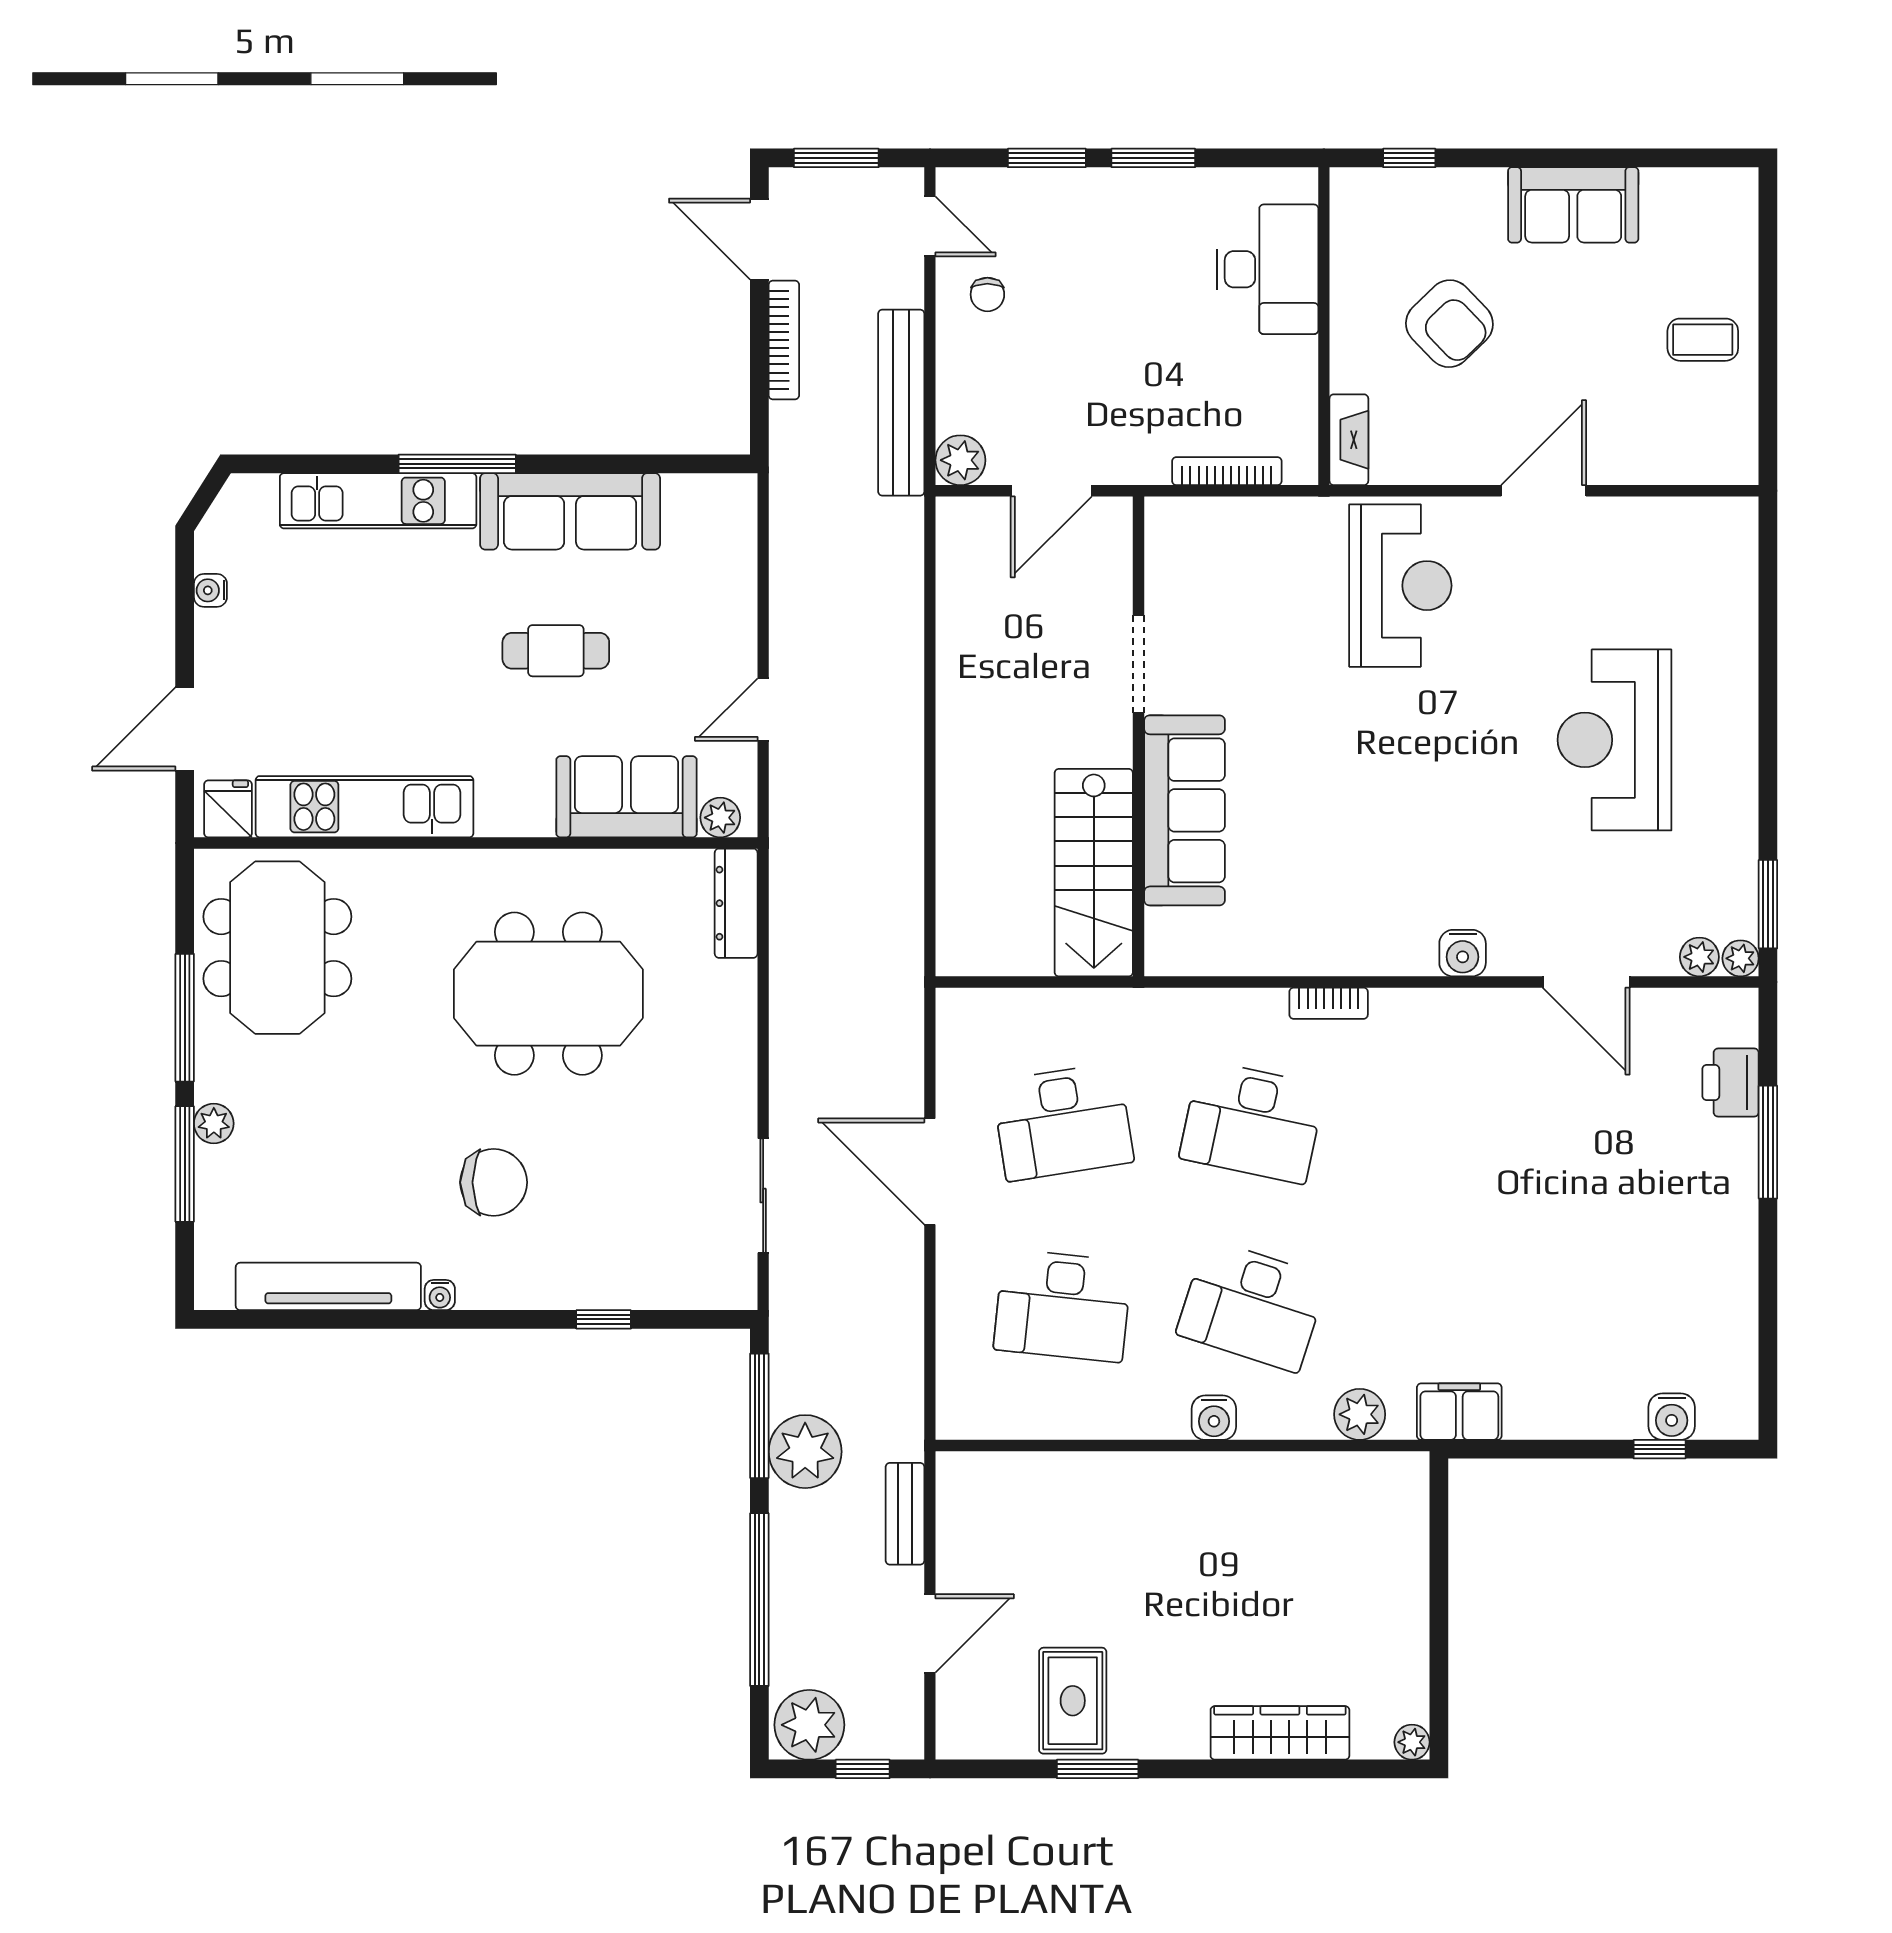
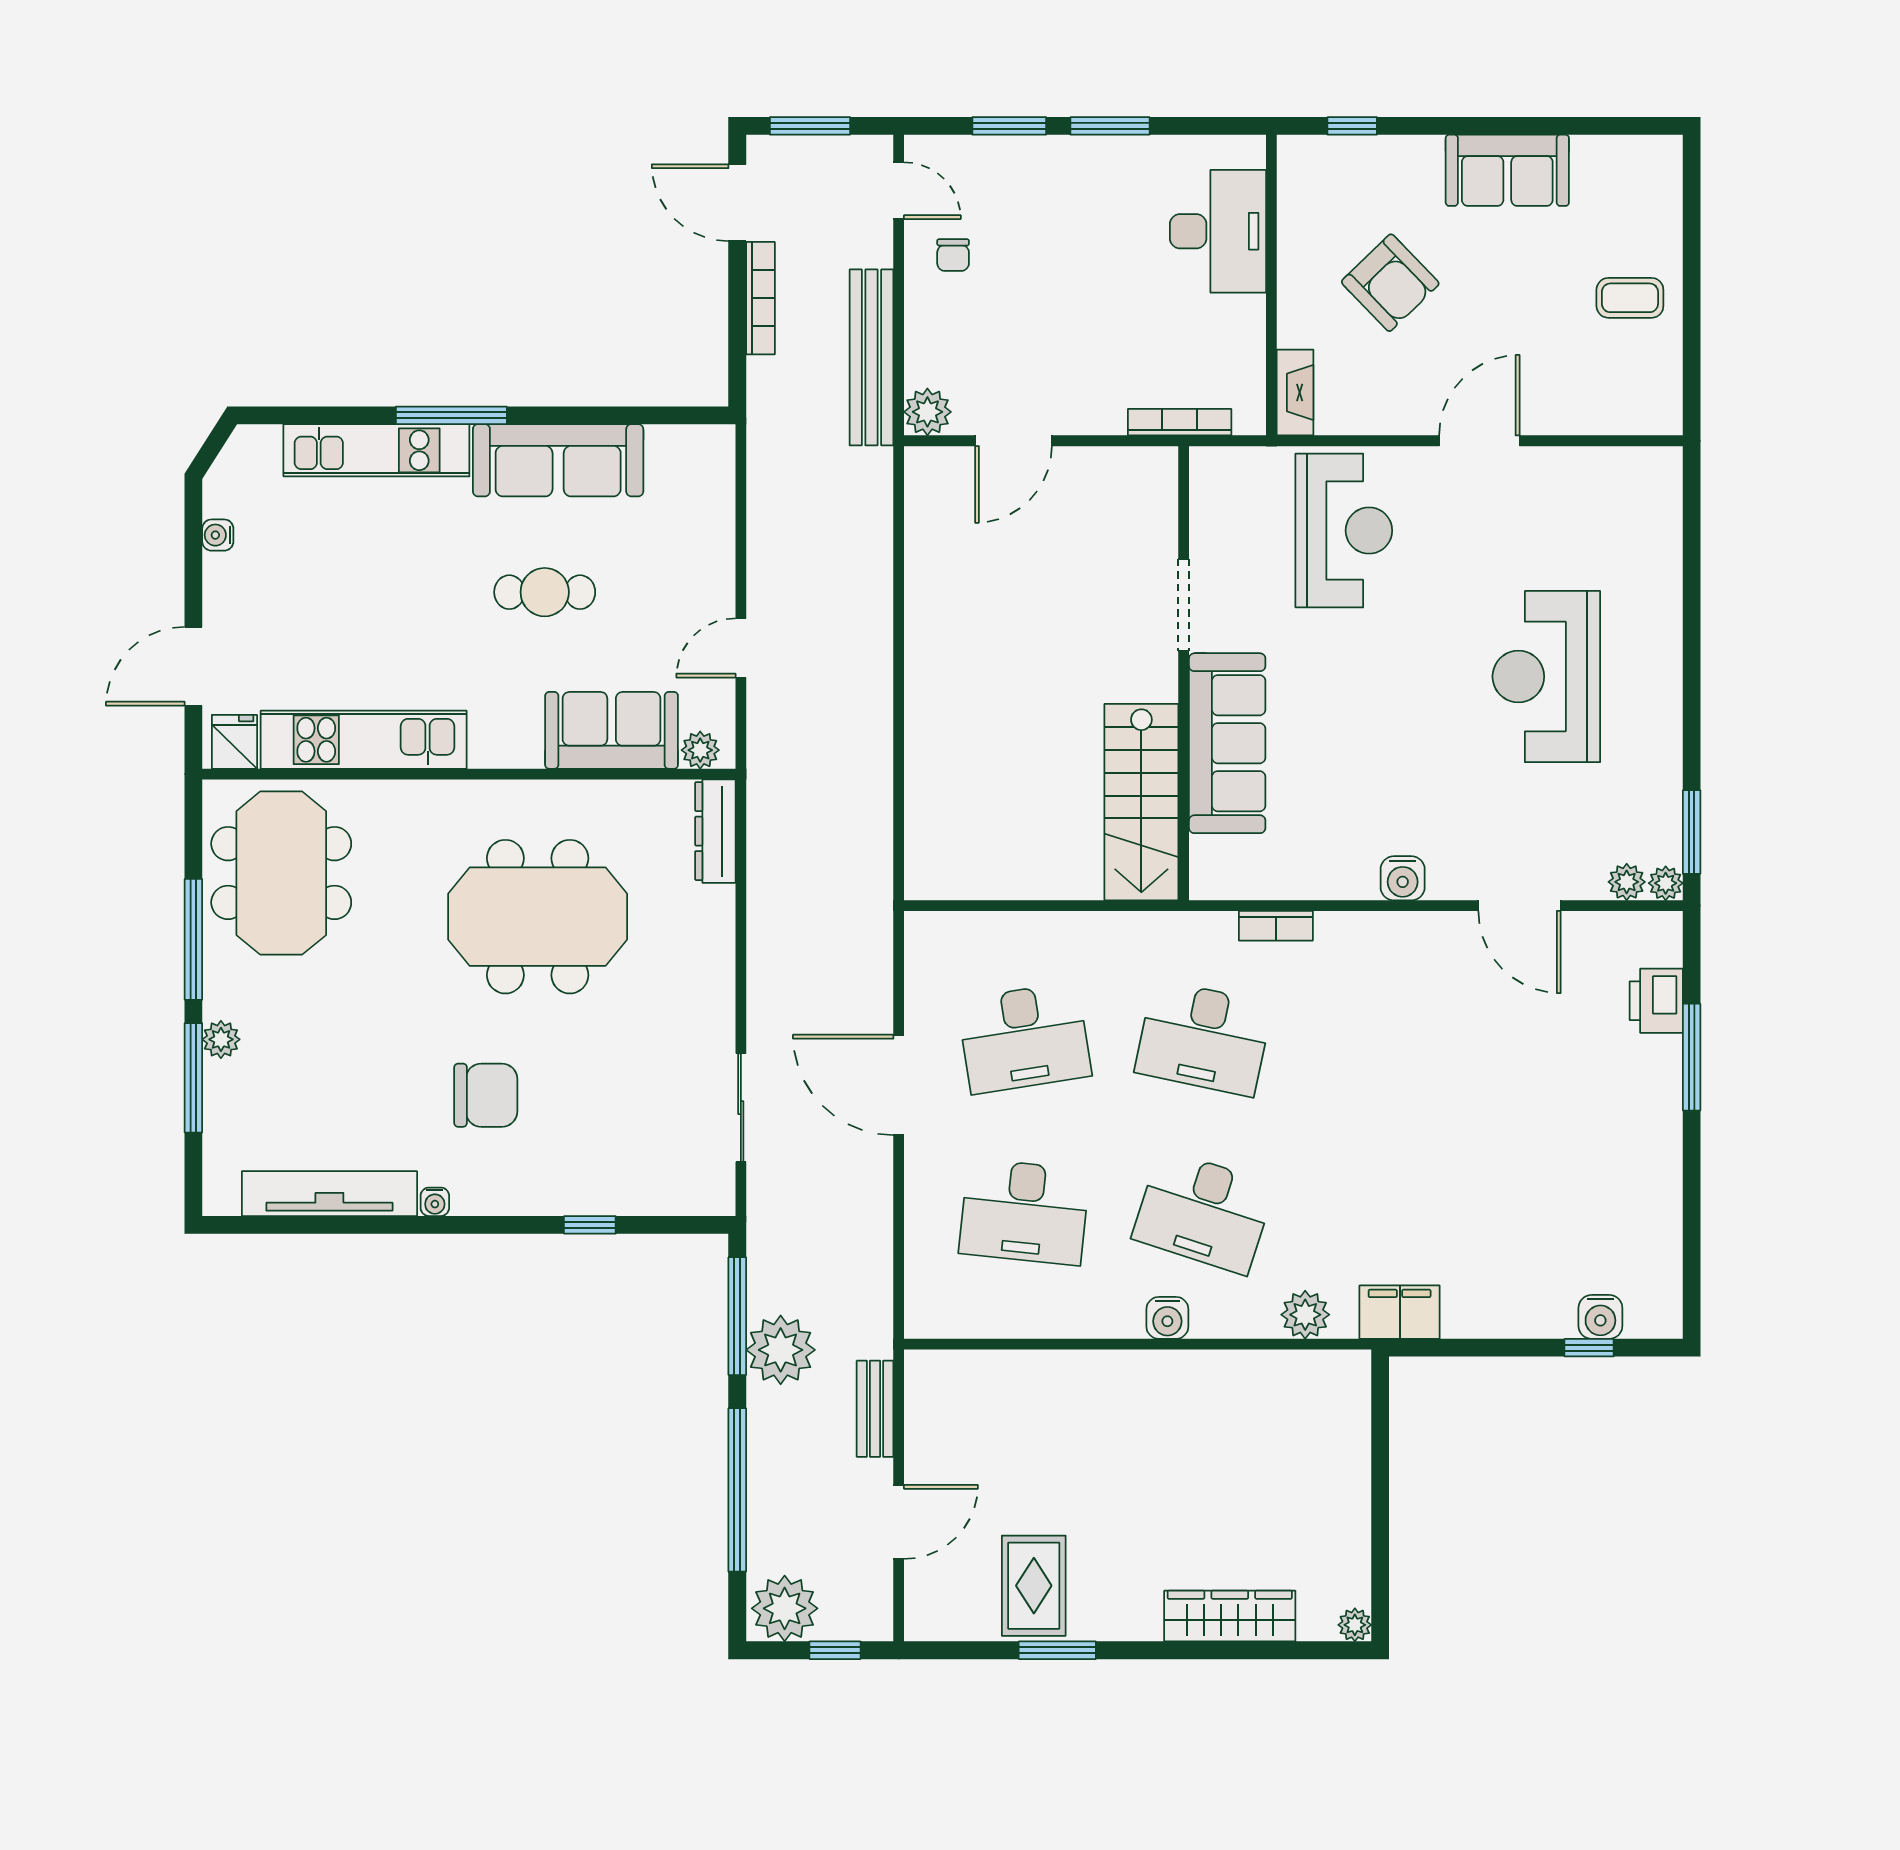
doorway: (1138, 664) -> (1184, 605), moved
wall: (1138, 736) -> (1184, 673), moved
sofa: (1184, 810) -> (1227, 743), moved
stairs: (1094, 873) -> (1141, 802), moved

